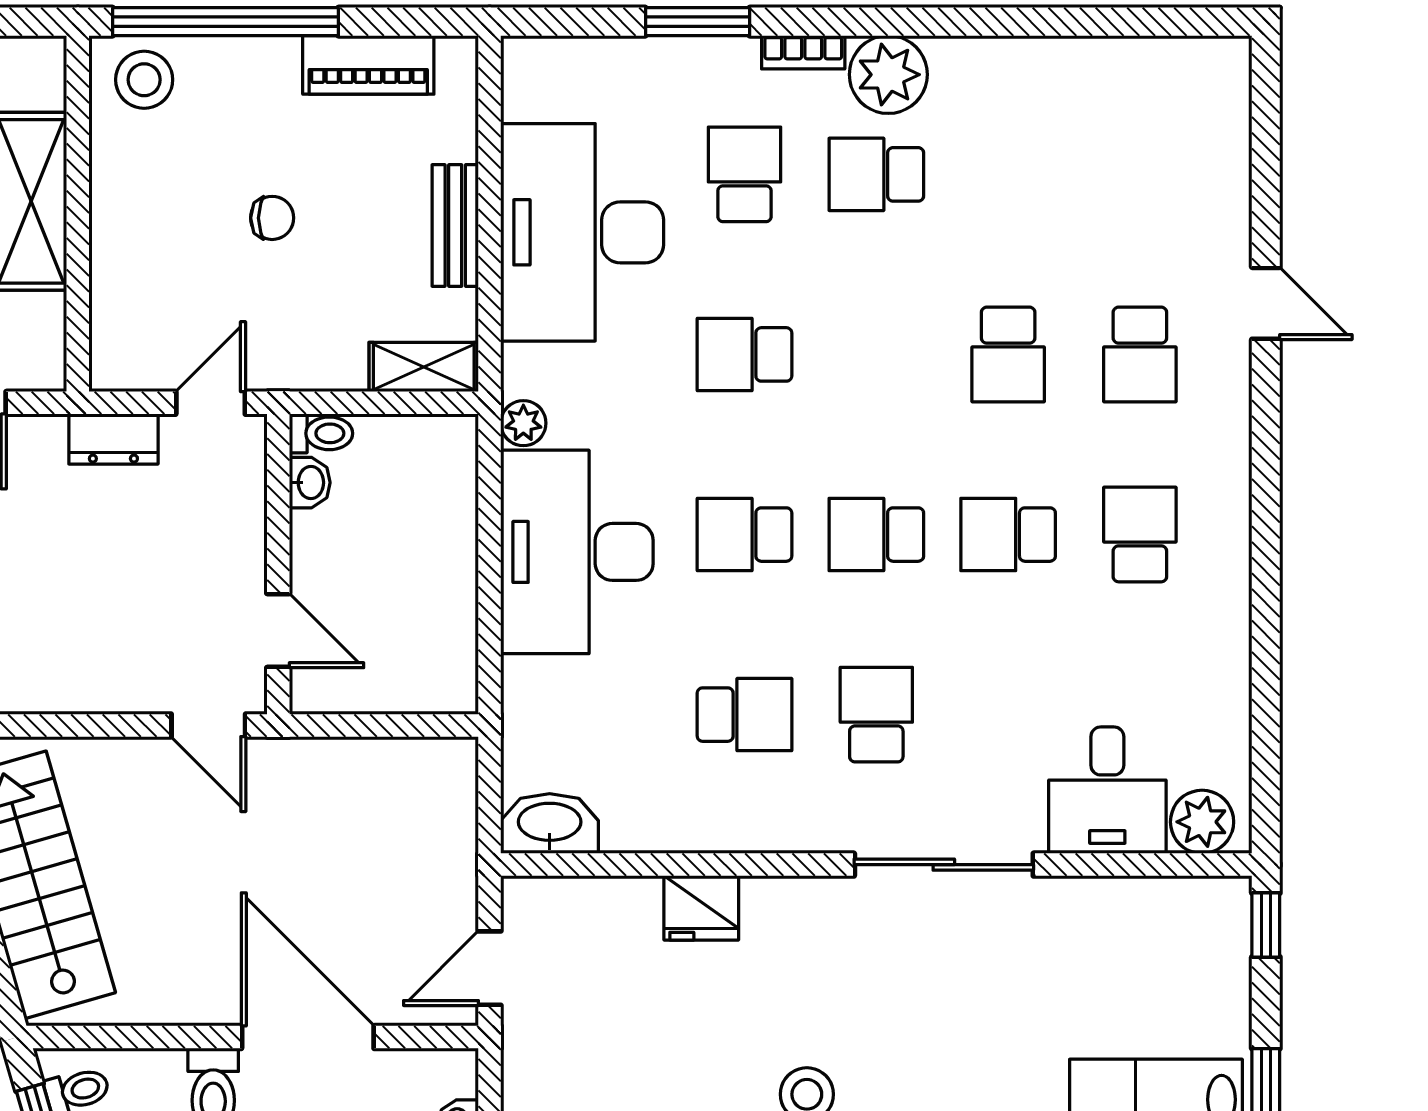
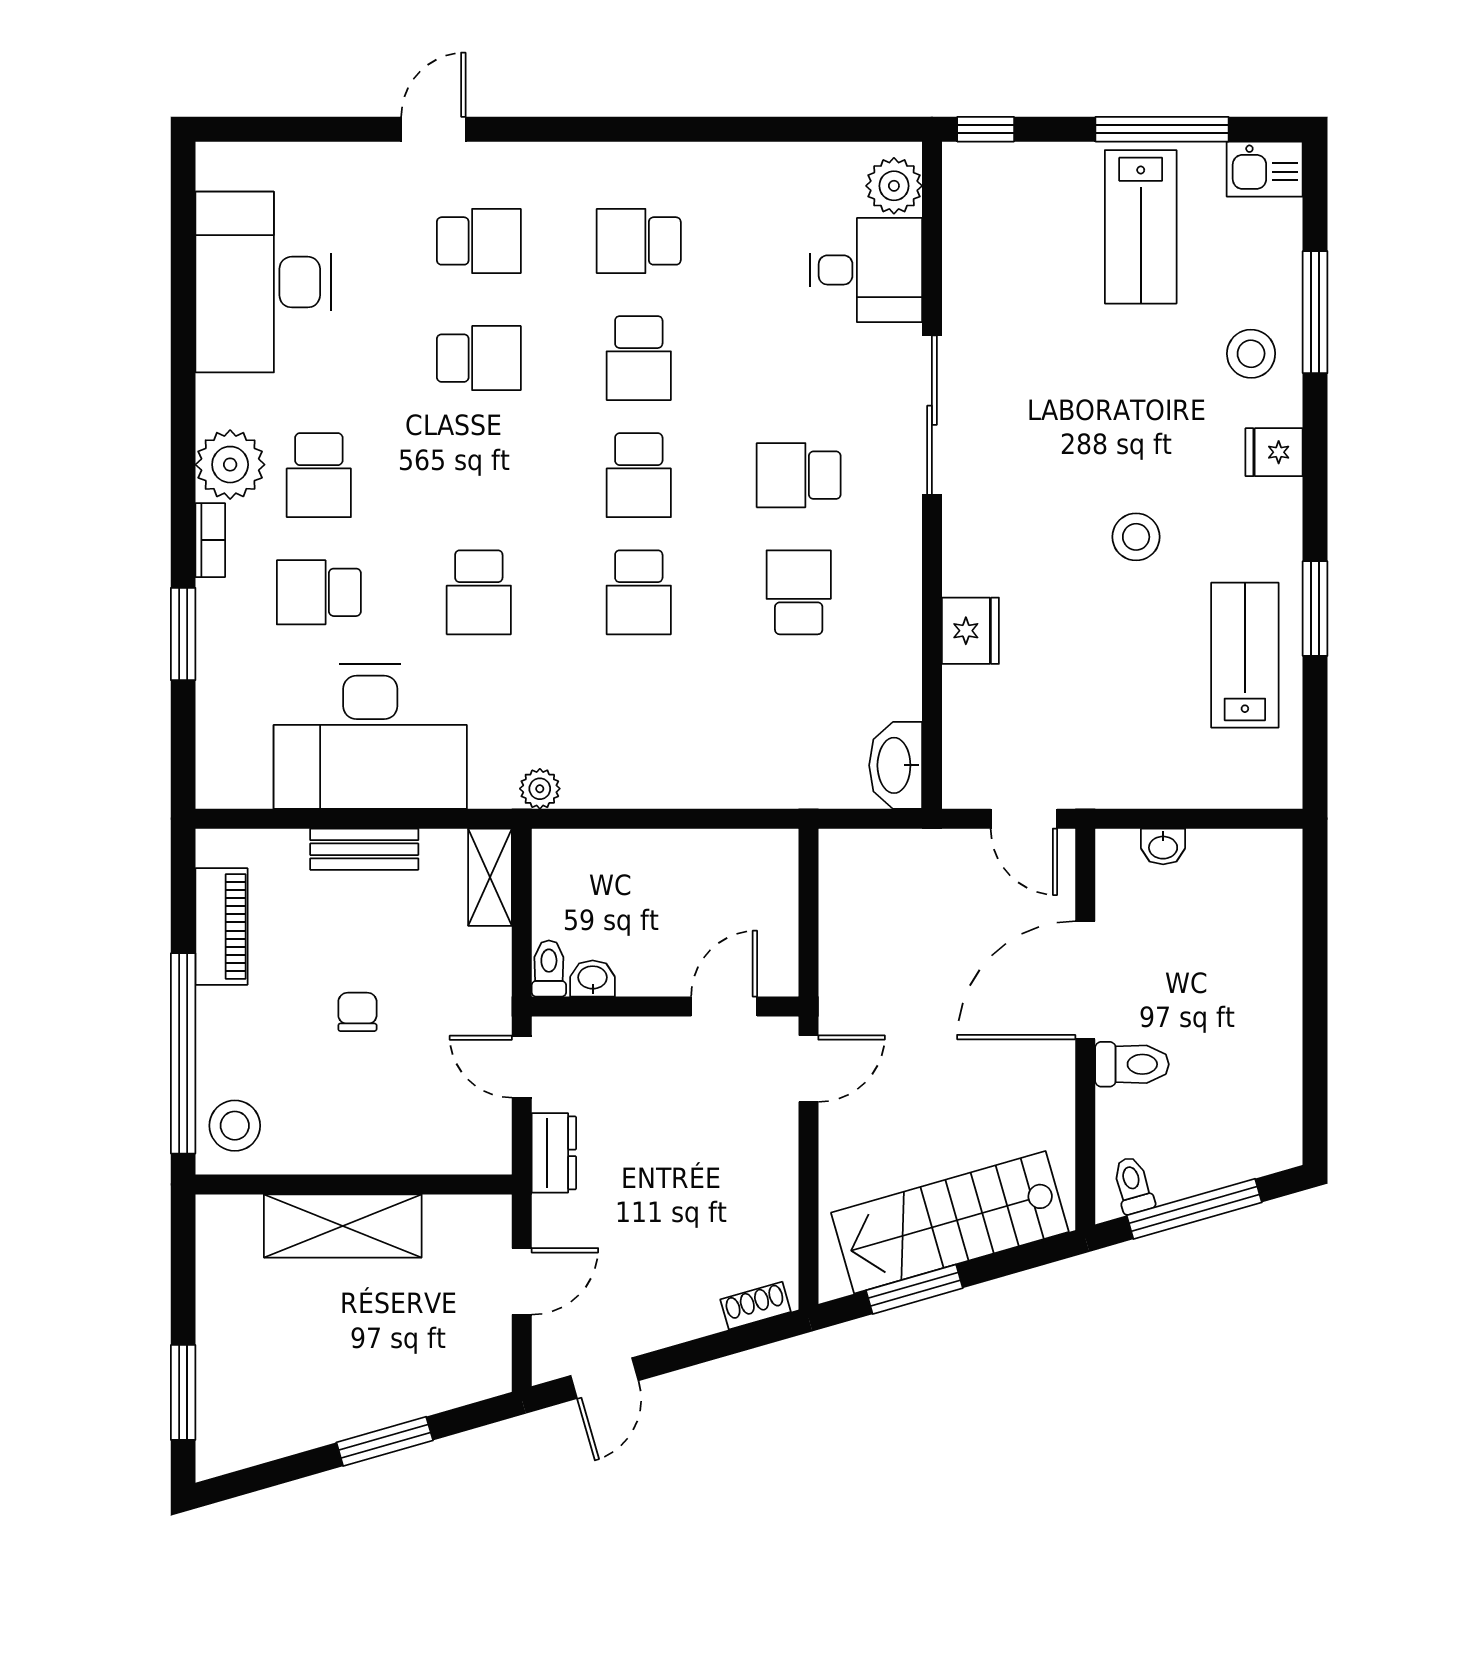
desk: (577, 552) -> (263, 282), moved, turned 90

